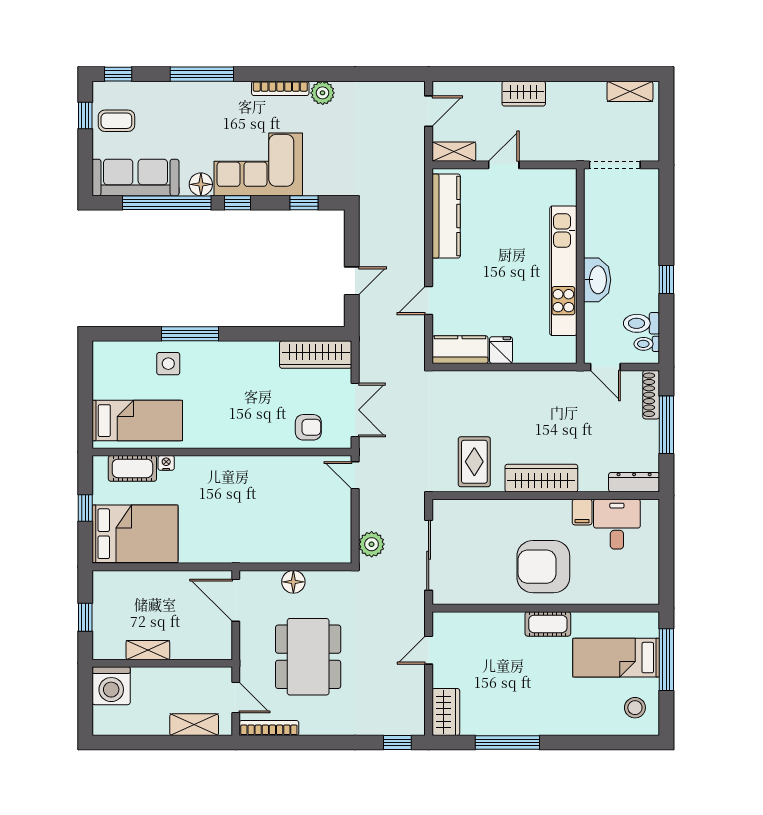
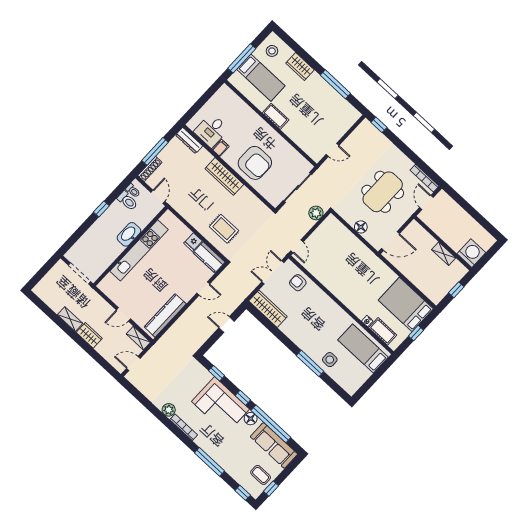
shelving: (630, 91) -> (70, 319), moved
rug: (474, 462) -> (224, 229), moved, turned 90
armchair: (543, 567) -> (255, 163), moved
door: (236, 600) -> (390, 241), hinge flipped
wardrobe: (446, 712) -> (300, 67), moved, turned -90
shelving: (194, 725) -> (453, 207), removed

